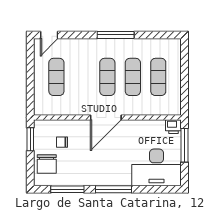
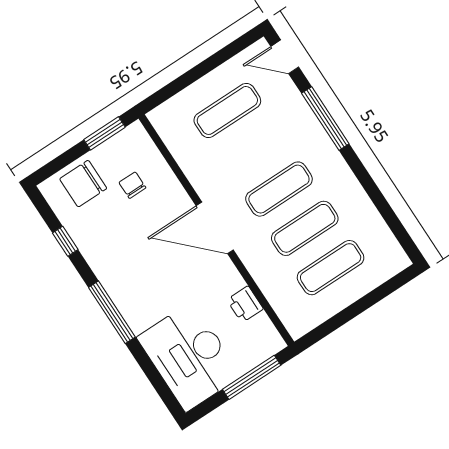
window: (116, 35) -> (325, 119), moved
printer: (173, 127) -> (245, 304), moved
window: (67, 189) -> (65, 241), width x0.46

